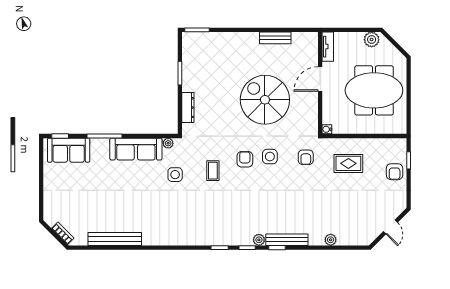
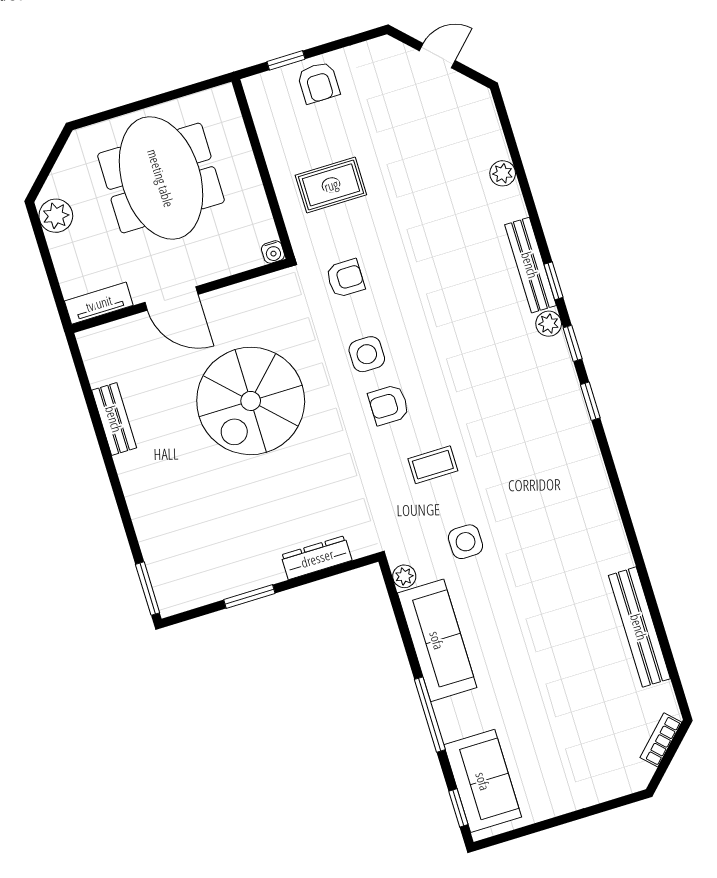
rug: (348, 163) -> (331, 185), turned 90
armchair: (395, 172) -> (318, 83), turned 90

